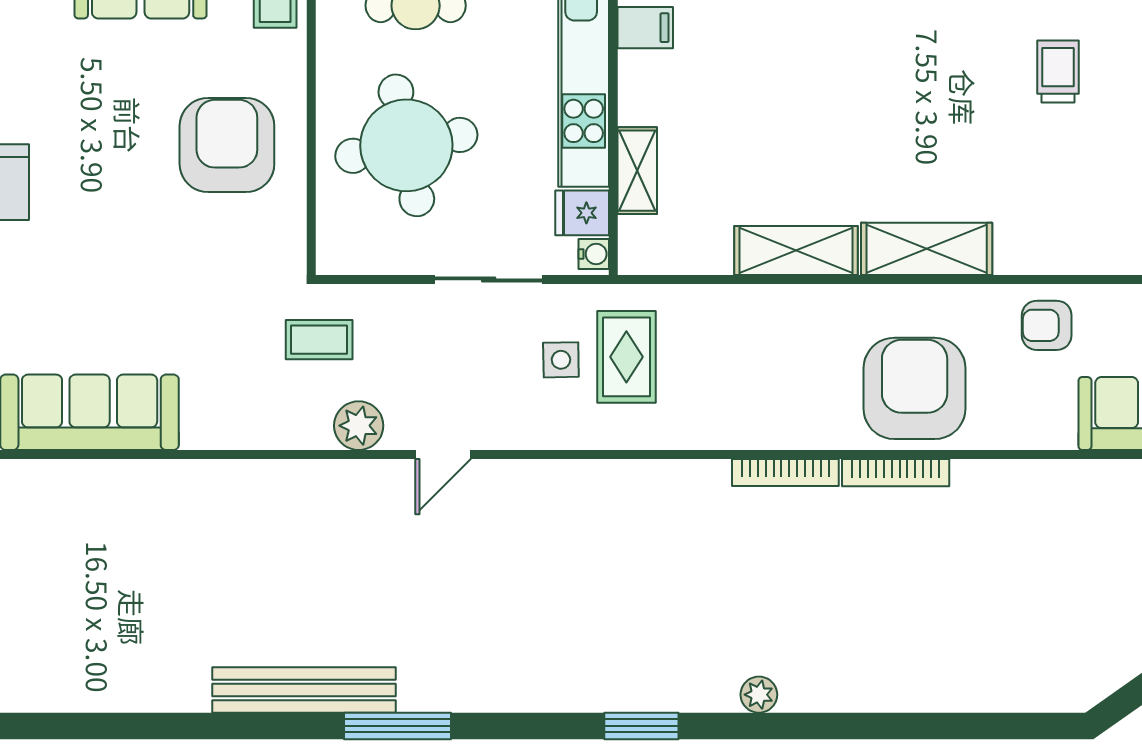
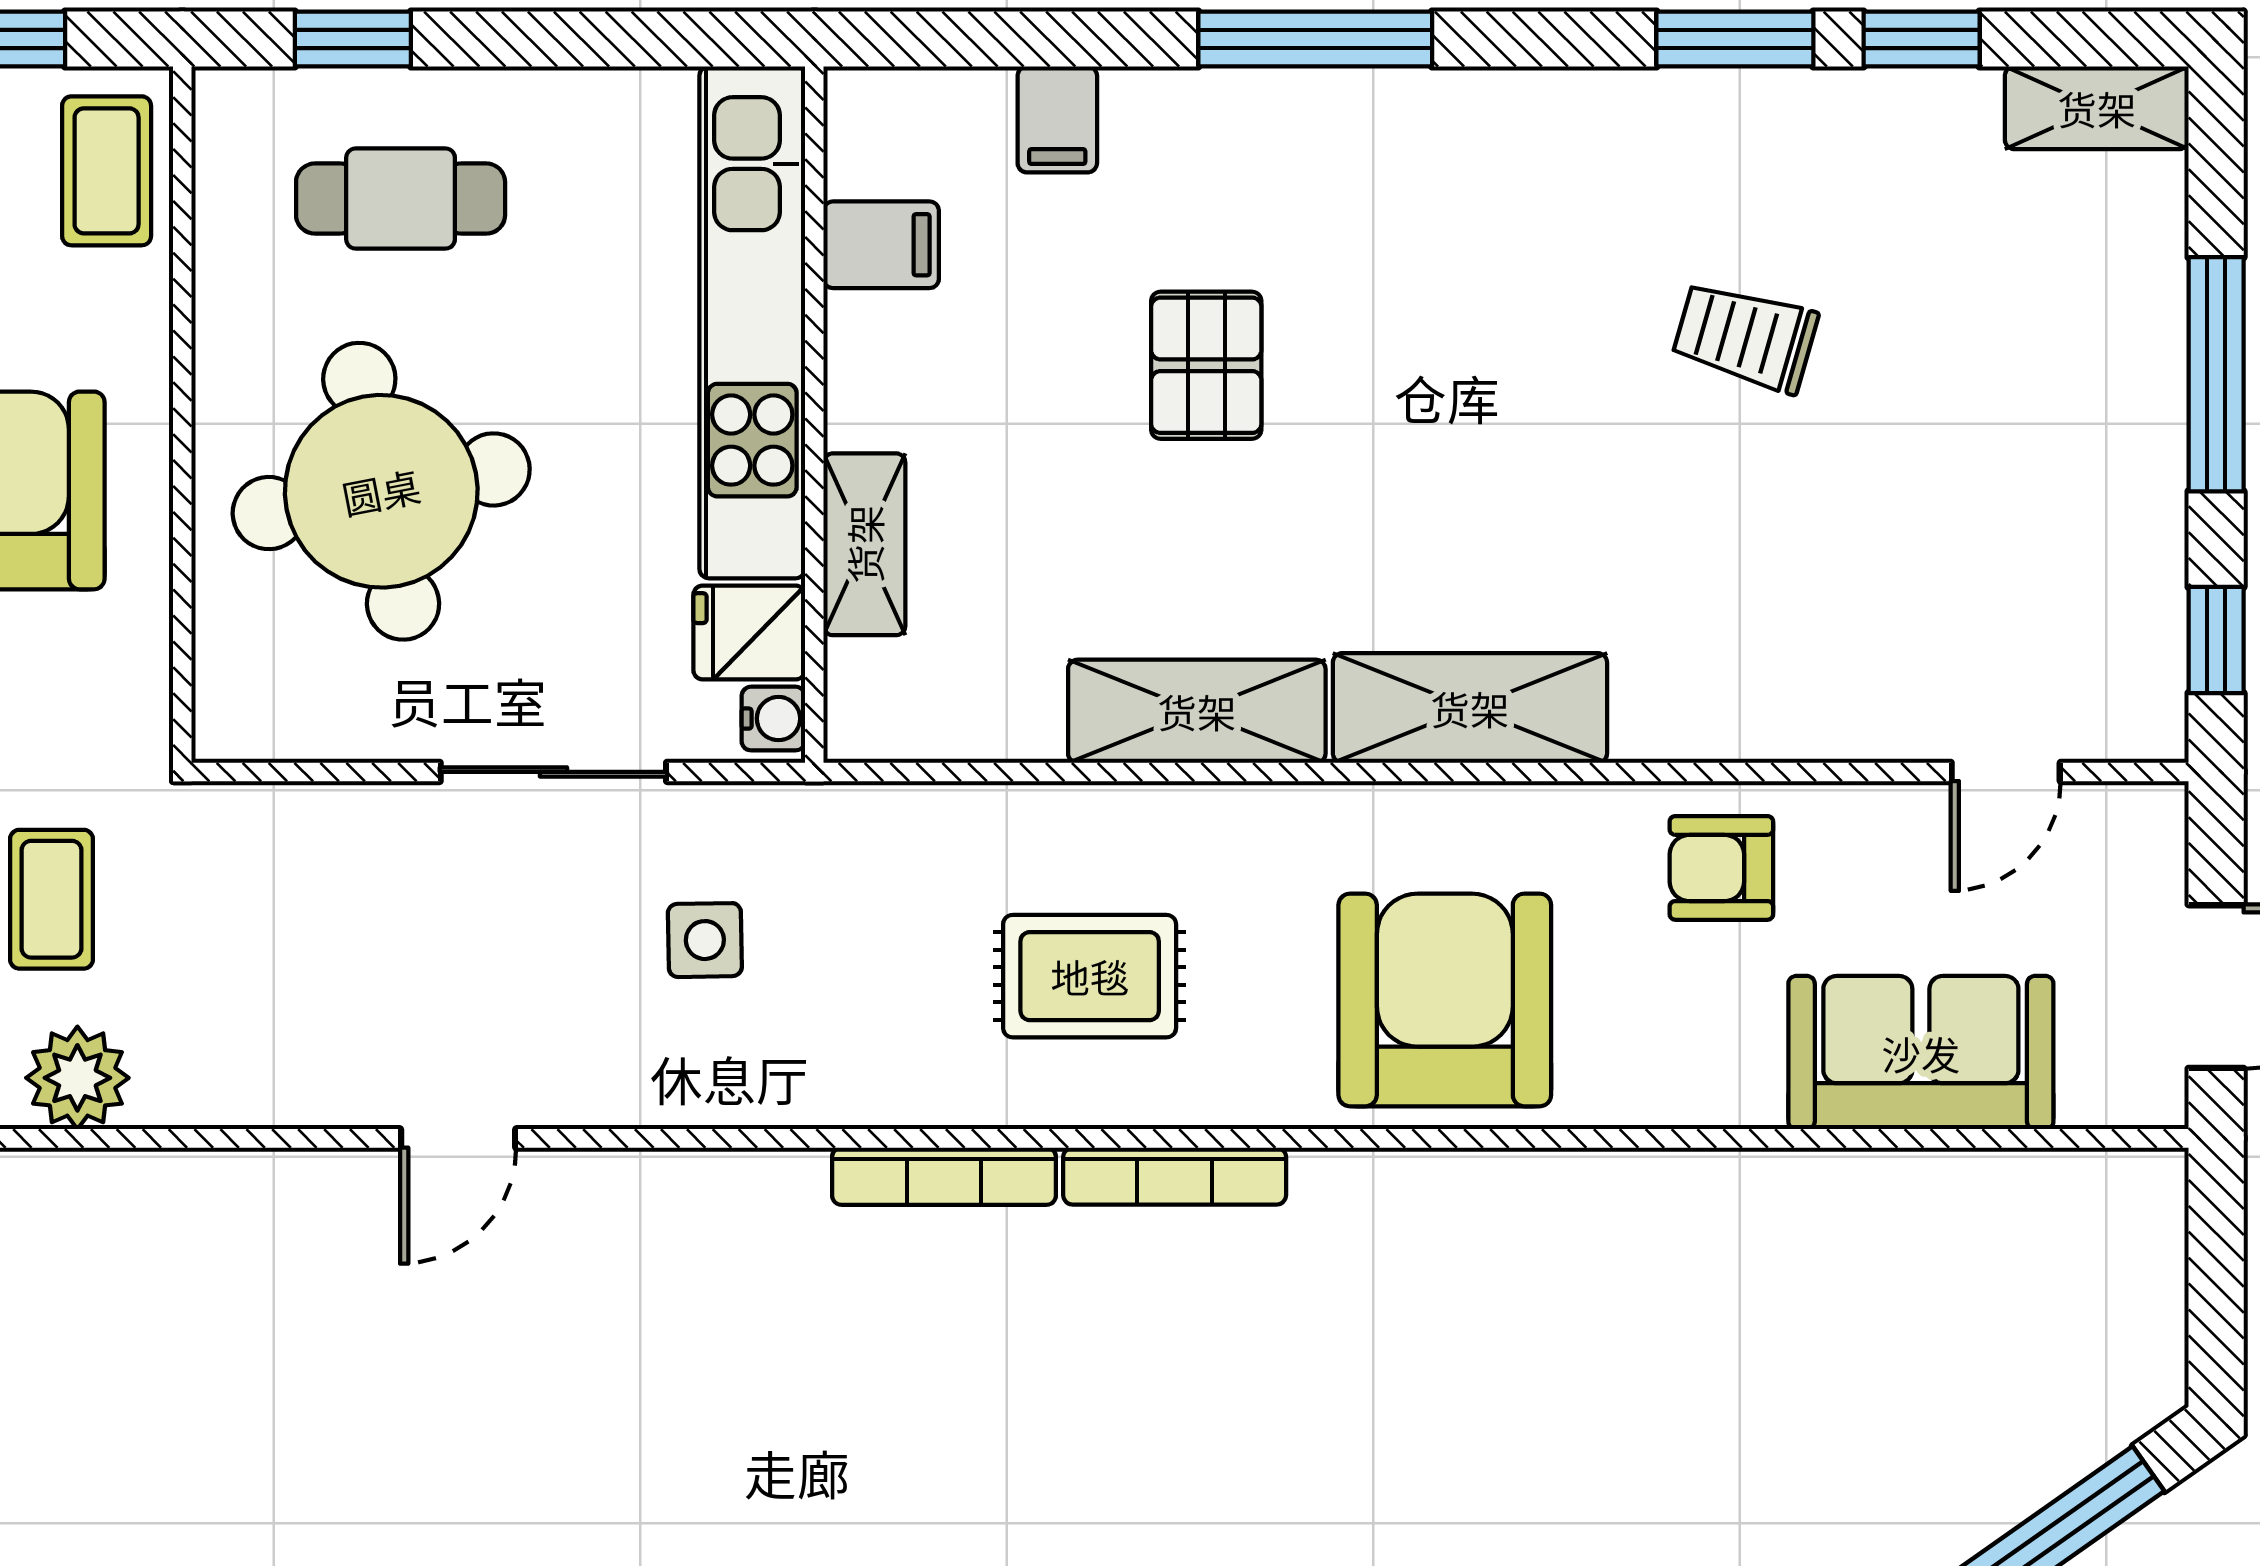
trolley: (1058, 72) -> (1745, 337), turned -74
pallet: (801, 85) -> (1206, 365), added
coffee table: (319, 340) -> (51, 899), moved, turned 90
rug: (626, 357) -> (1090, 976), moved, turned 90
plant: (359, 426) -> (77, 1078), moved
bookcase: (896, 473) -> (944, 1176), moved

